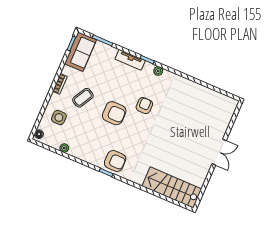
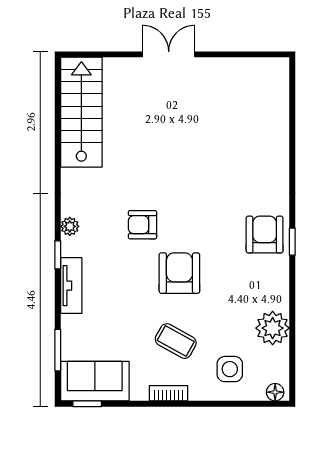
plant: (64, 148) -> (273, 328), width x1.88, depth x1.88
stairs: (172, 188) -> (81, 112), moved, turned 180

